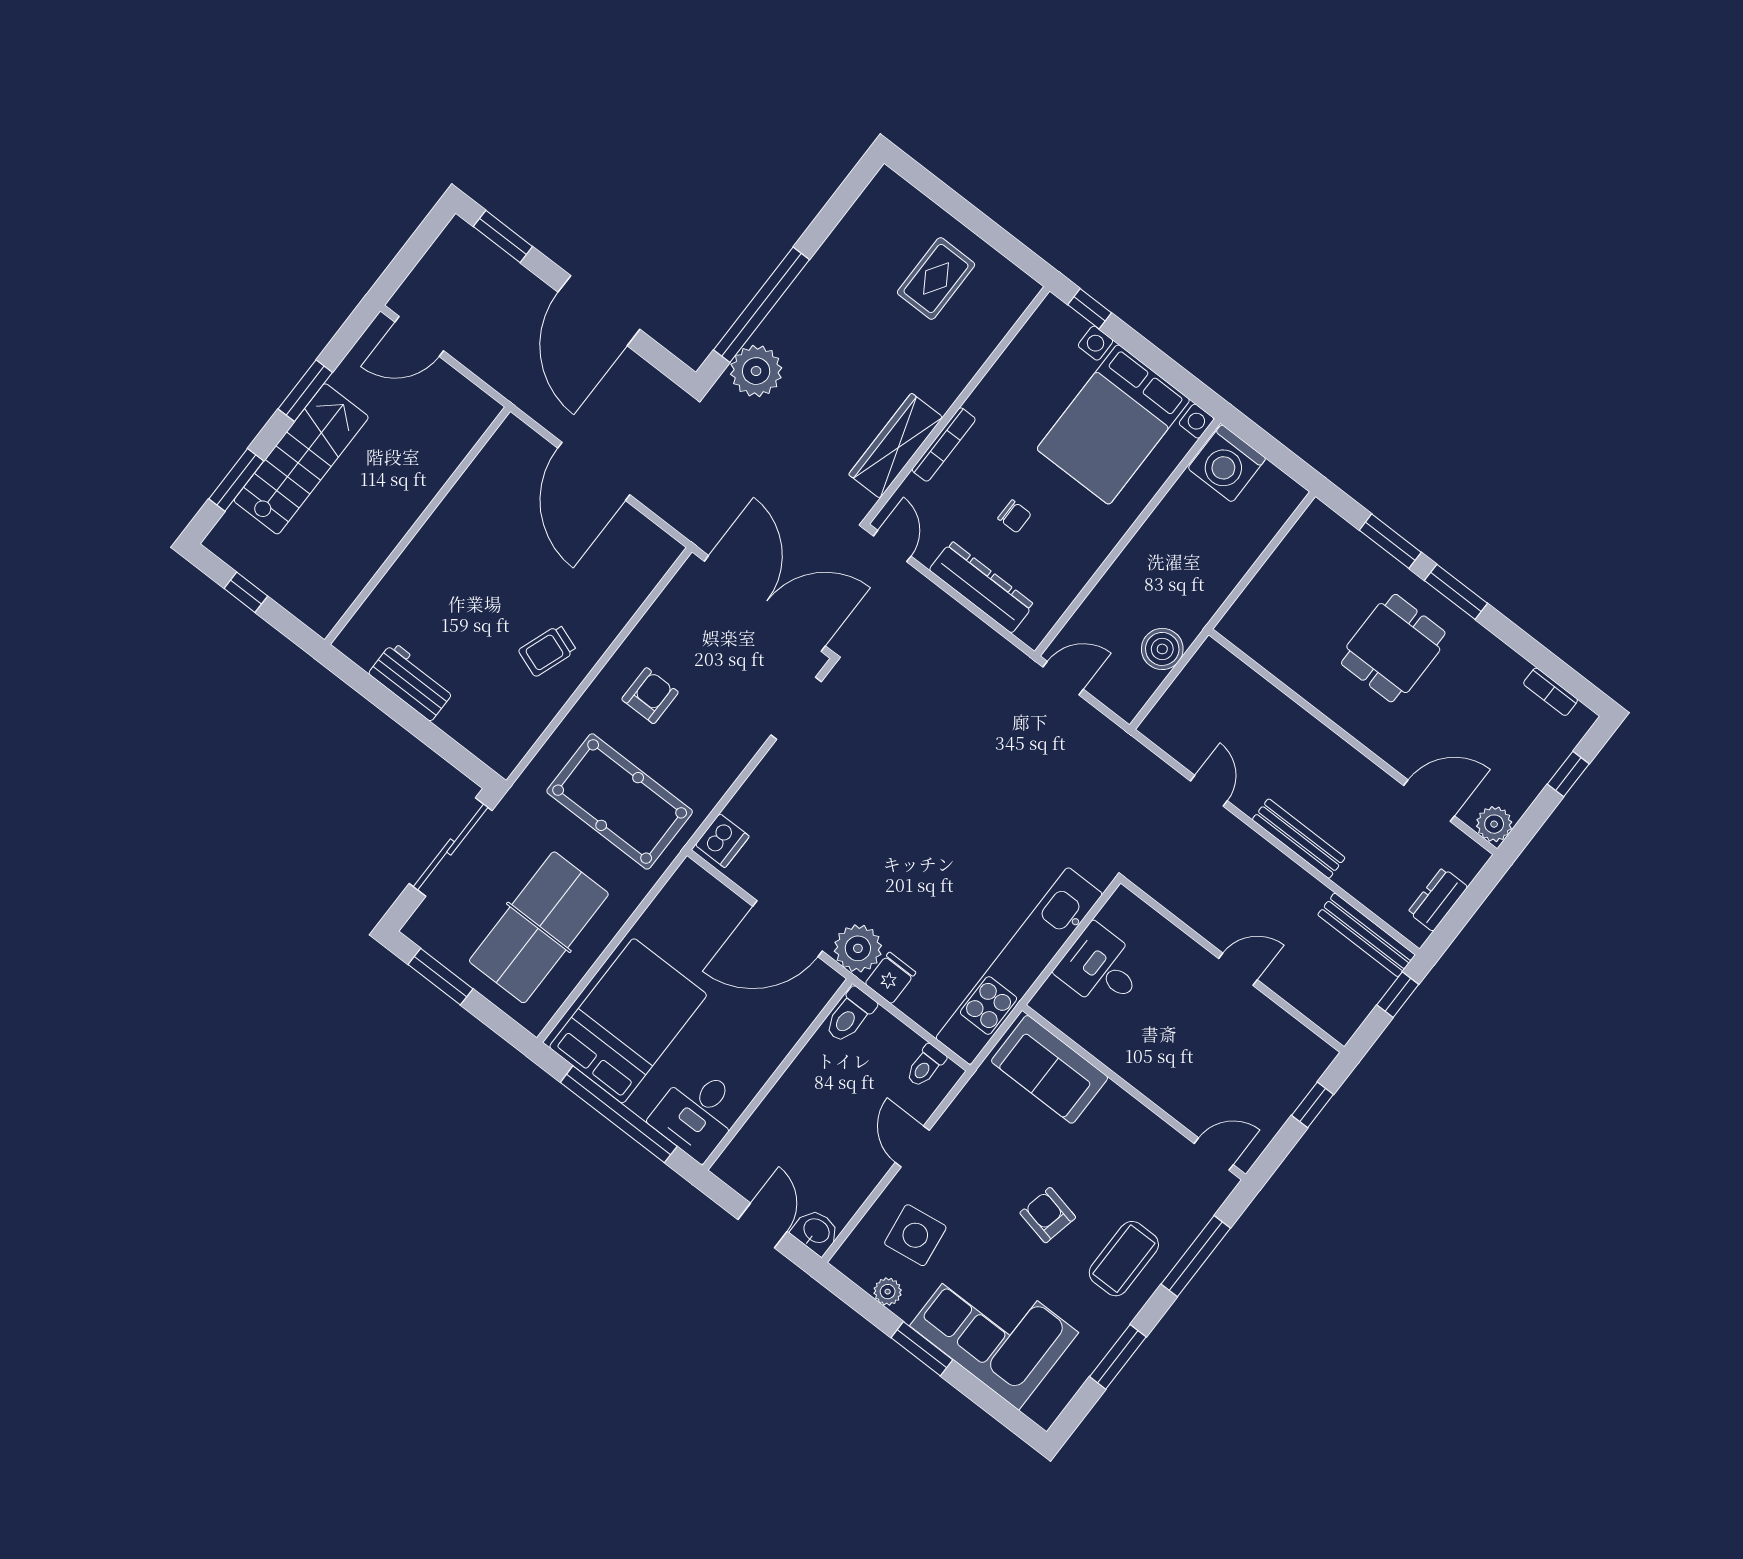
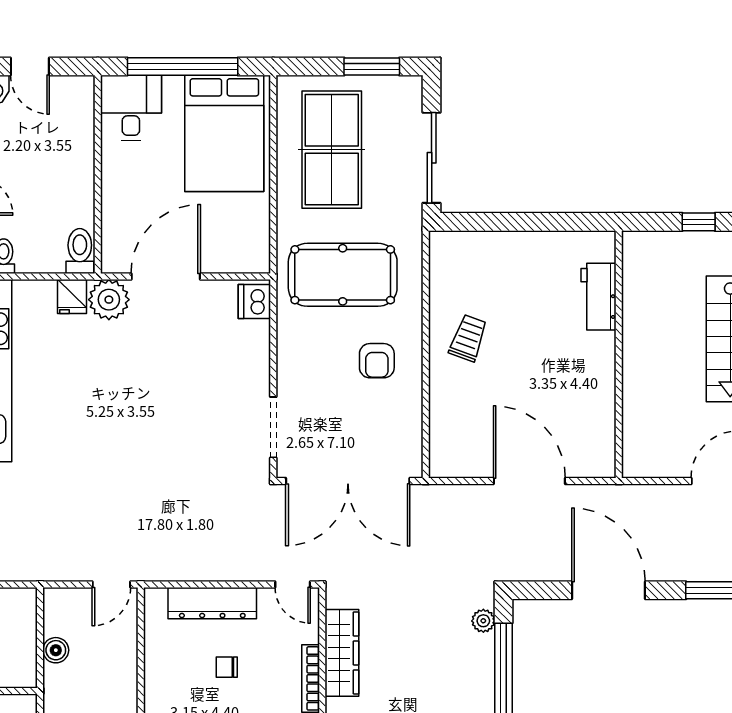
plant: (756, 371) -> (483, 621), width x0.53, depth x0.53
boiler: (1162, 649) -> (56, 650), width x0.73, depth x0.73
workbench: (412, 682) -> (599, 297), moved, turned 90

